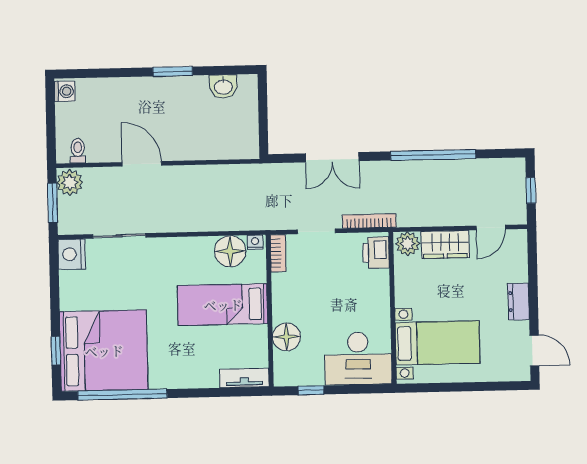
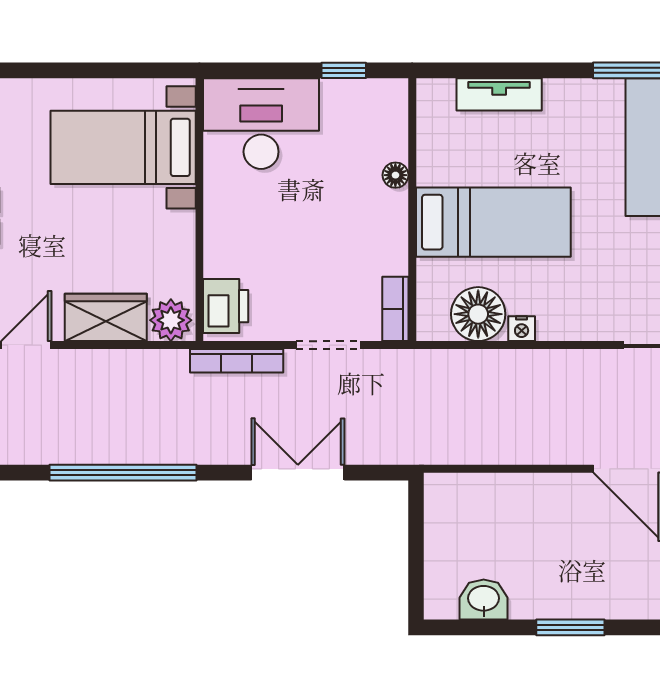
nightstand: (255, 242) -> (522, 329), moved
floor lamp: (286, 337) -> (395, 175), width x0.53, depth x0.53
tv unit: (244, 378) -> (499, 94), moved

